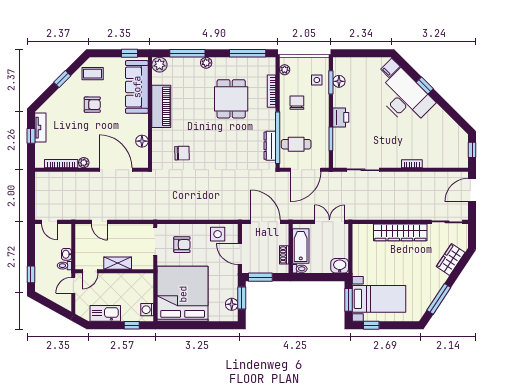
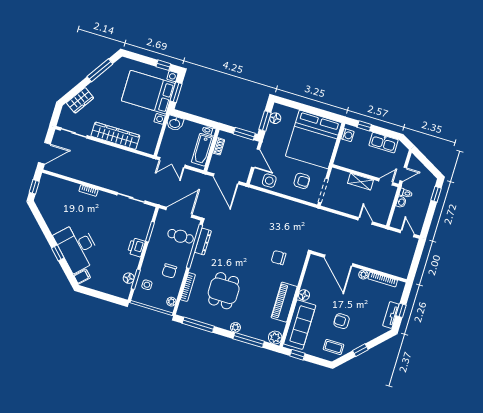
floor lamp: (142, 141) -> (304, 295), moved
armchair: (182, 245) -> (302, 181), turned 180
bed with nightstands: (379, 299) -> (148, 92), width x1.36

